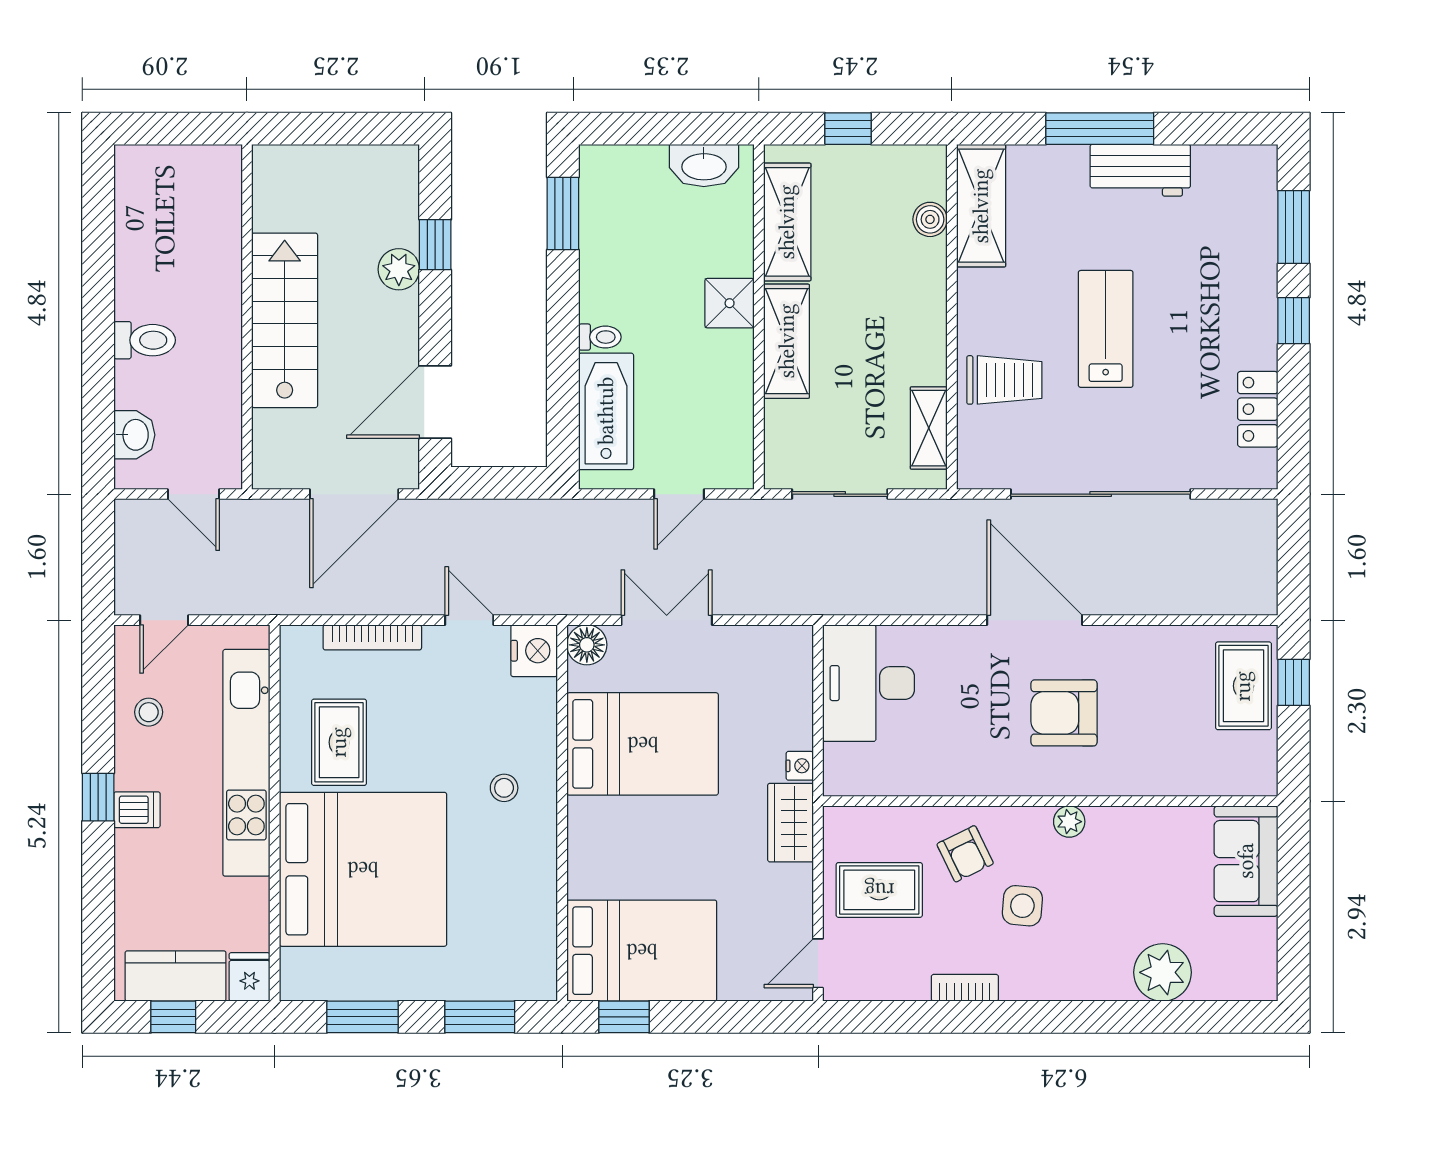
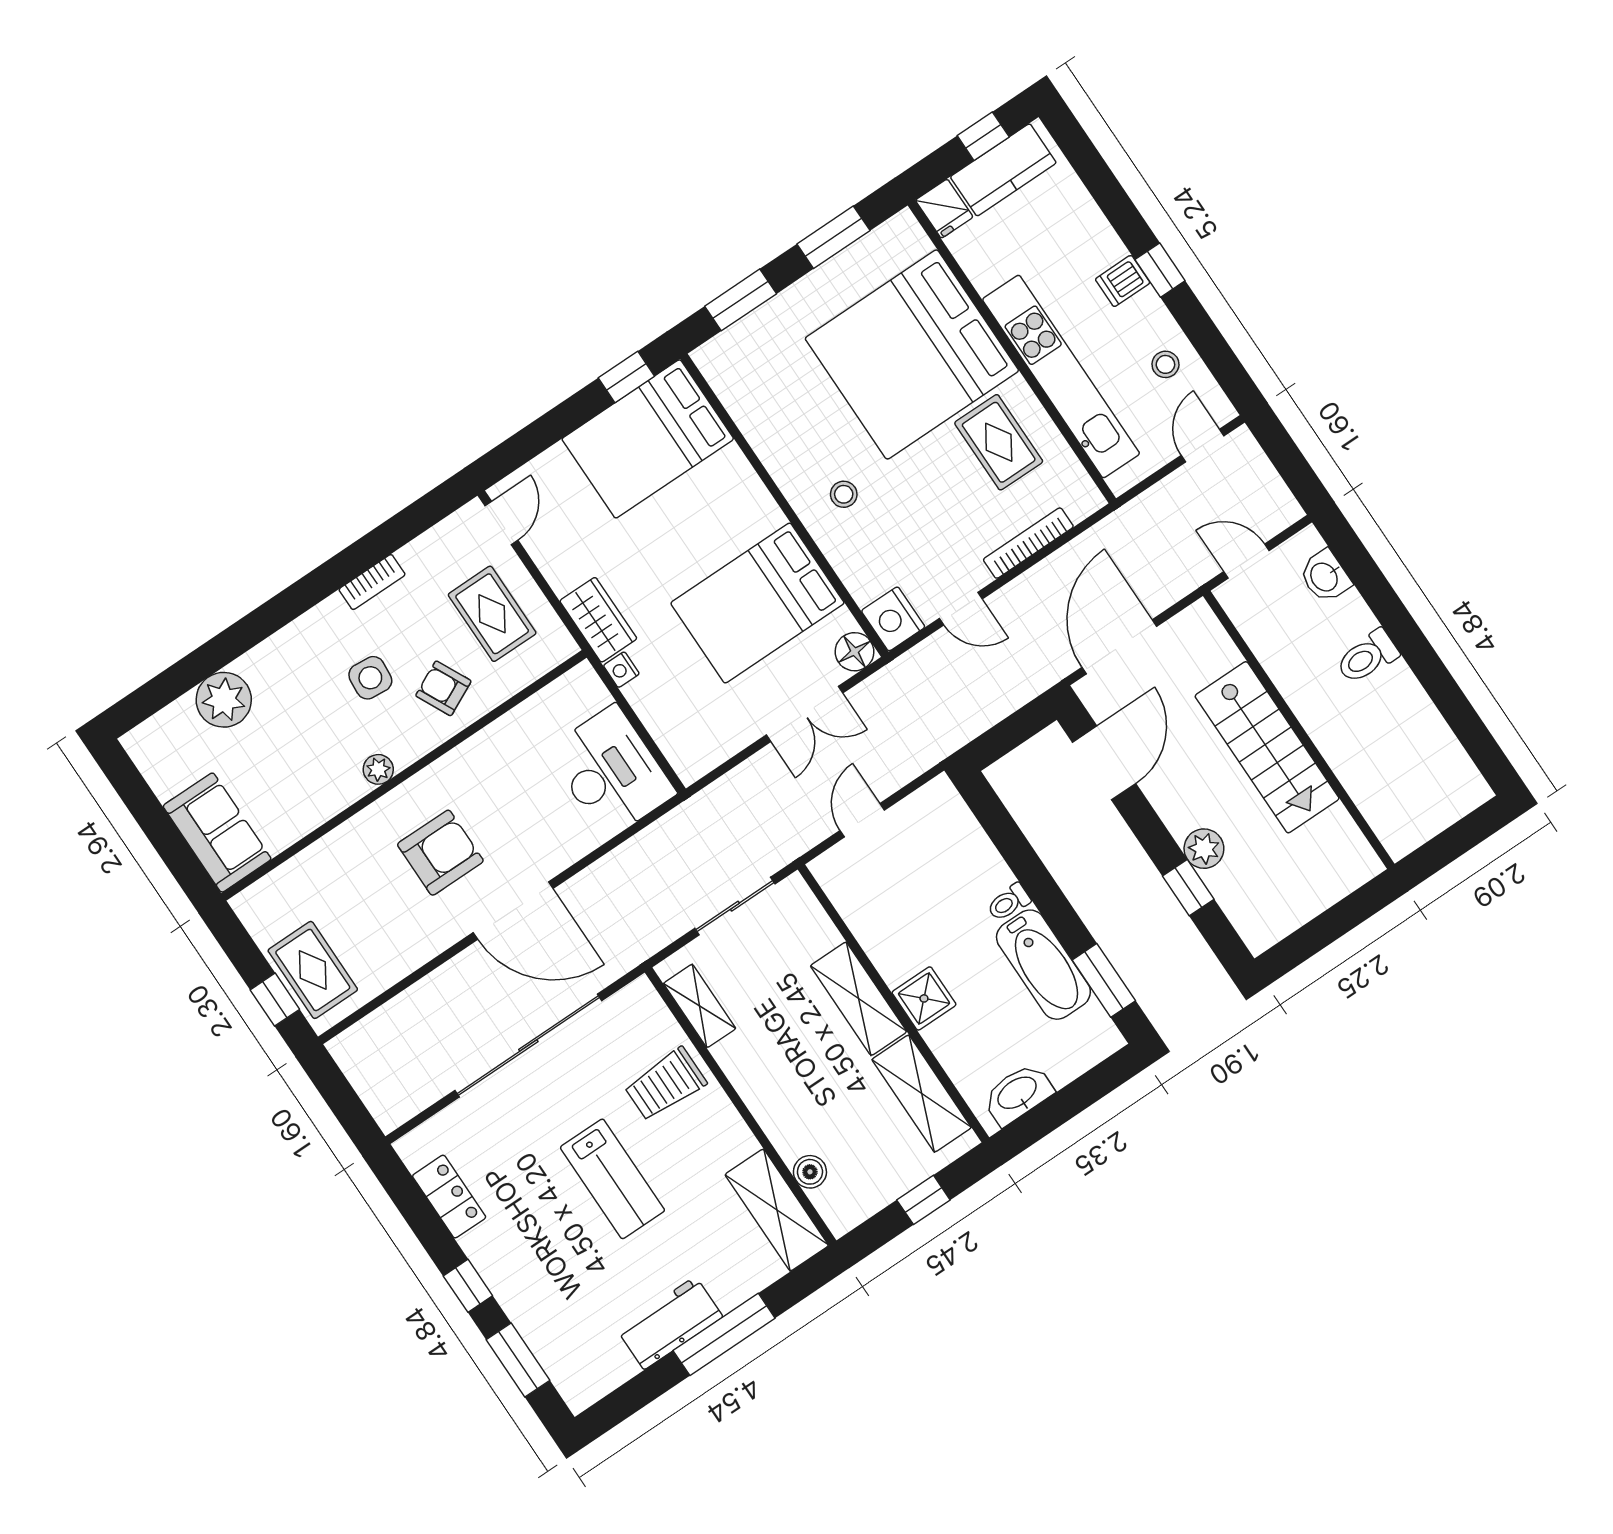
bathtub: (606, 411) -> (1043, 965), moved
rug: (879, 890) -> (492, 614), turned 90

